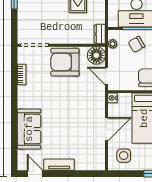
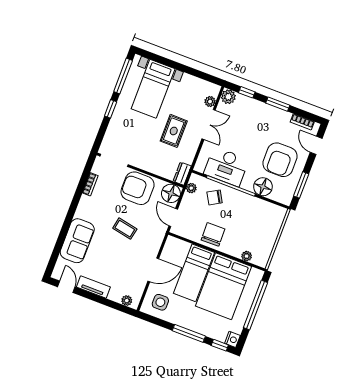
nightstand: (112, 98) -> (171, 241), removed
coffee table: (67, 102) -> (125, 229), added
plant: (93, 165) -> (127, 301), added

